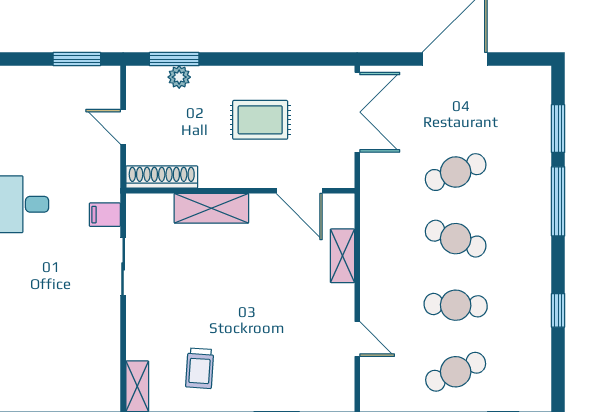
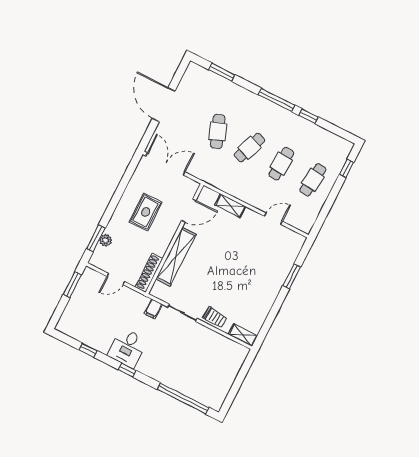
window: (558, 201) -> (277, 100), moved
shelving: (211, 208) -> (176, 257), width x1.47
trolley: (200, 368) -> (215, 317), moved
cafe table: (456, 372) -> (313, 180), turned 30

